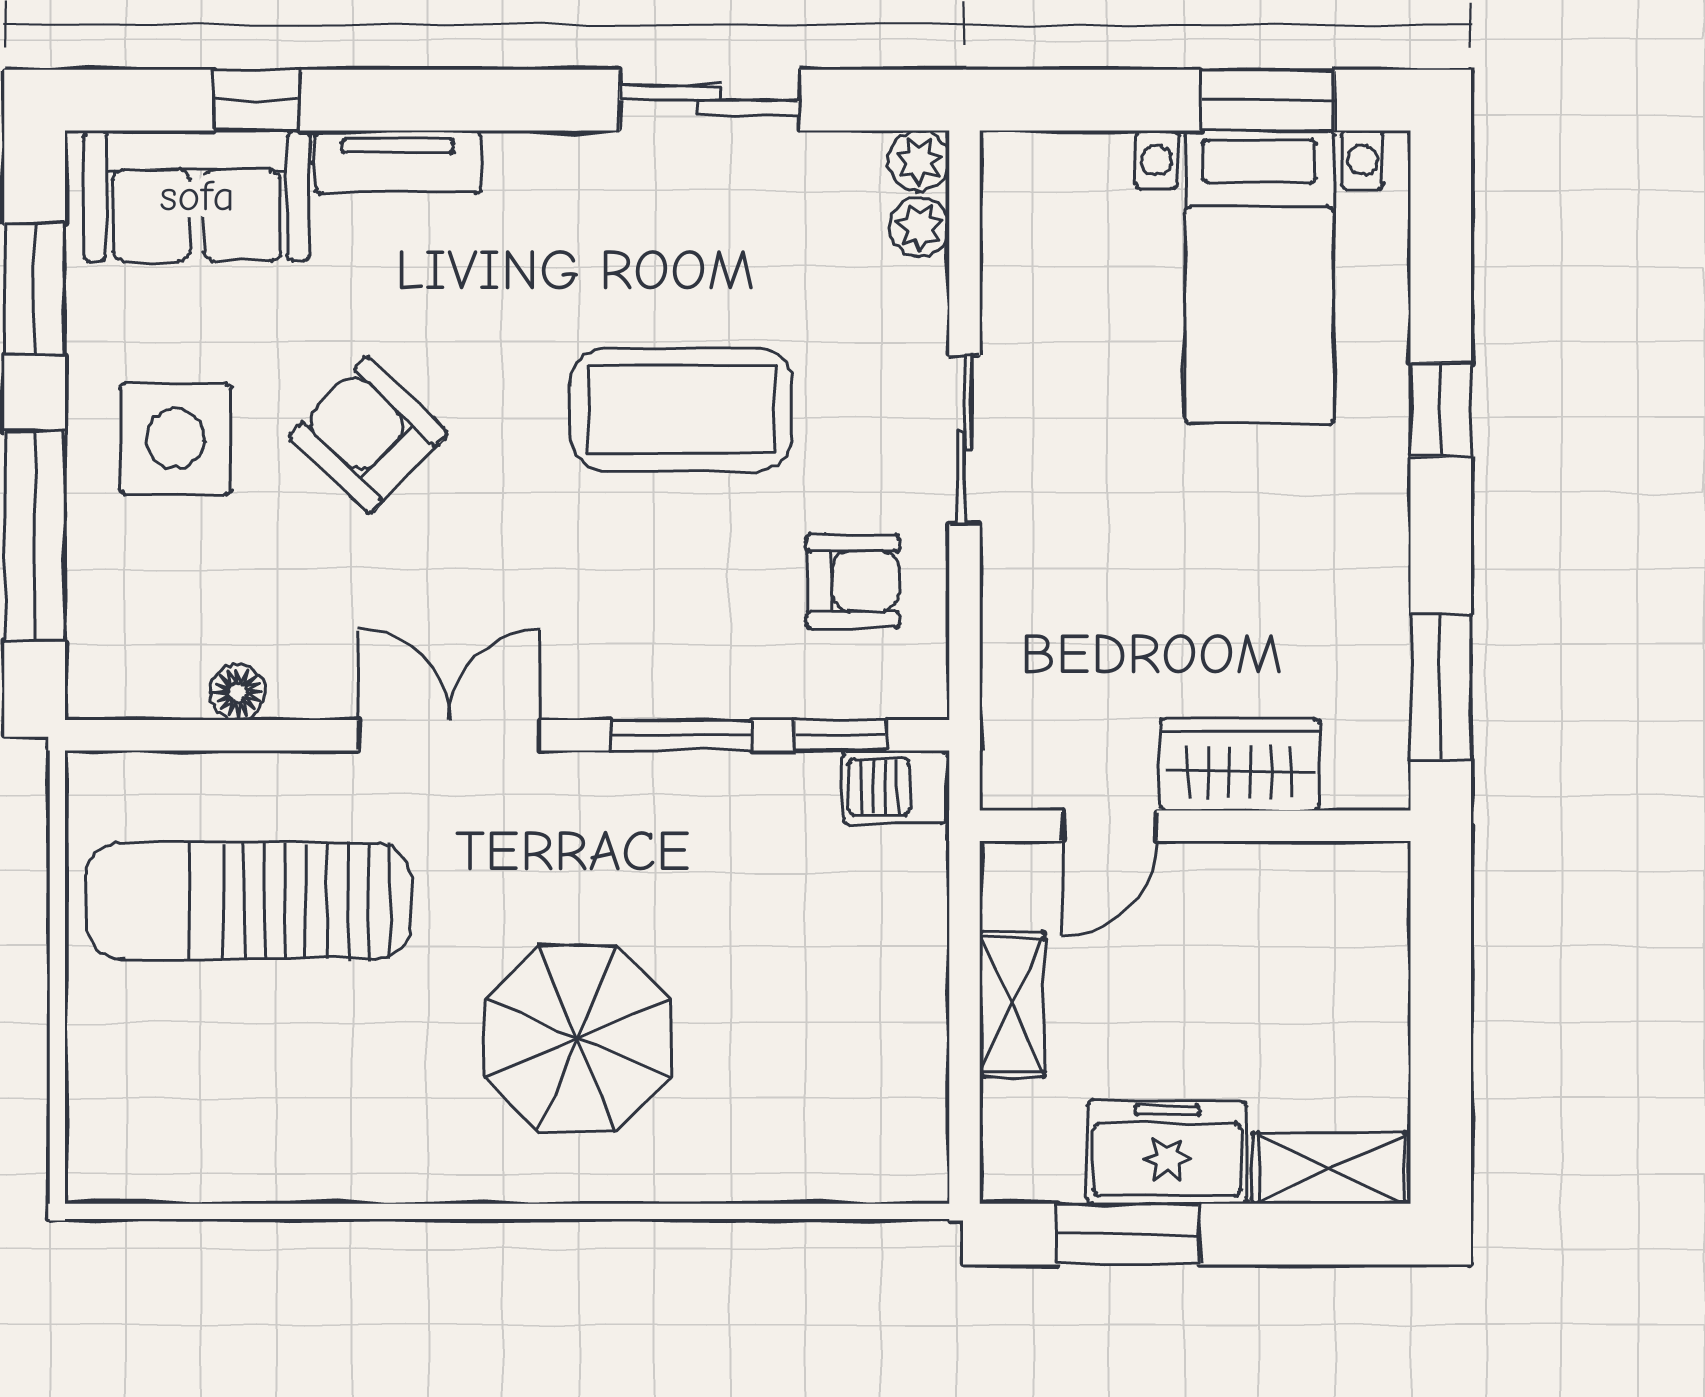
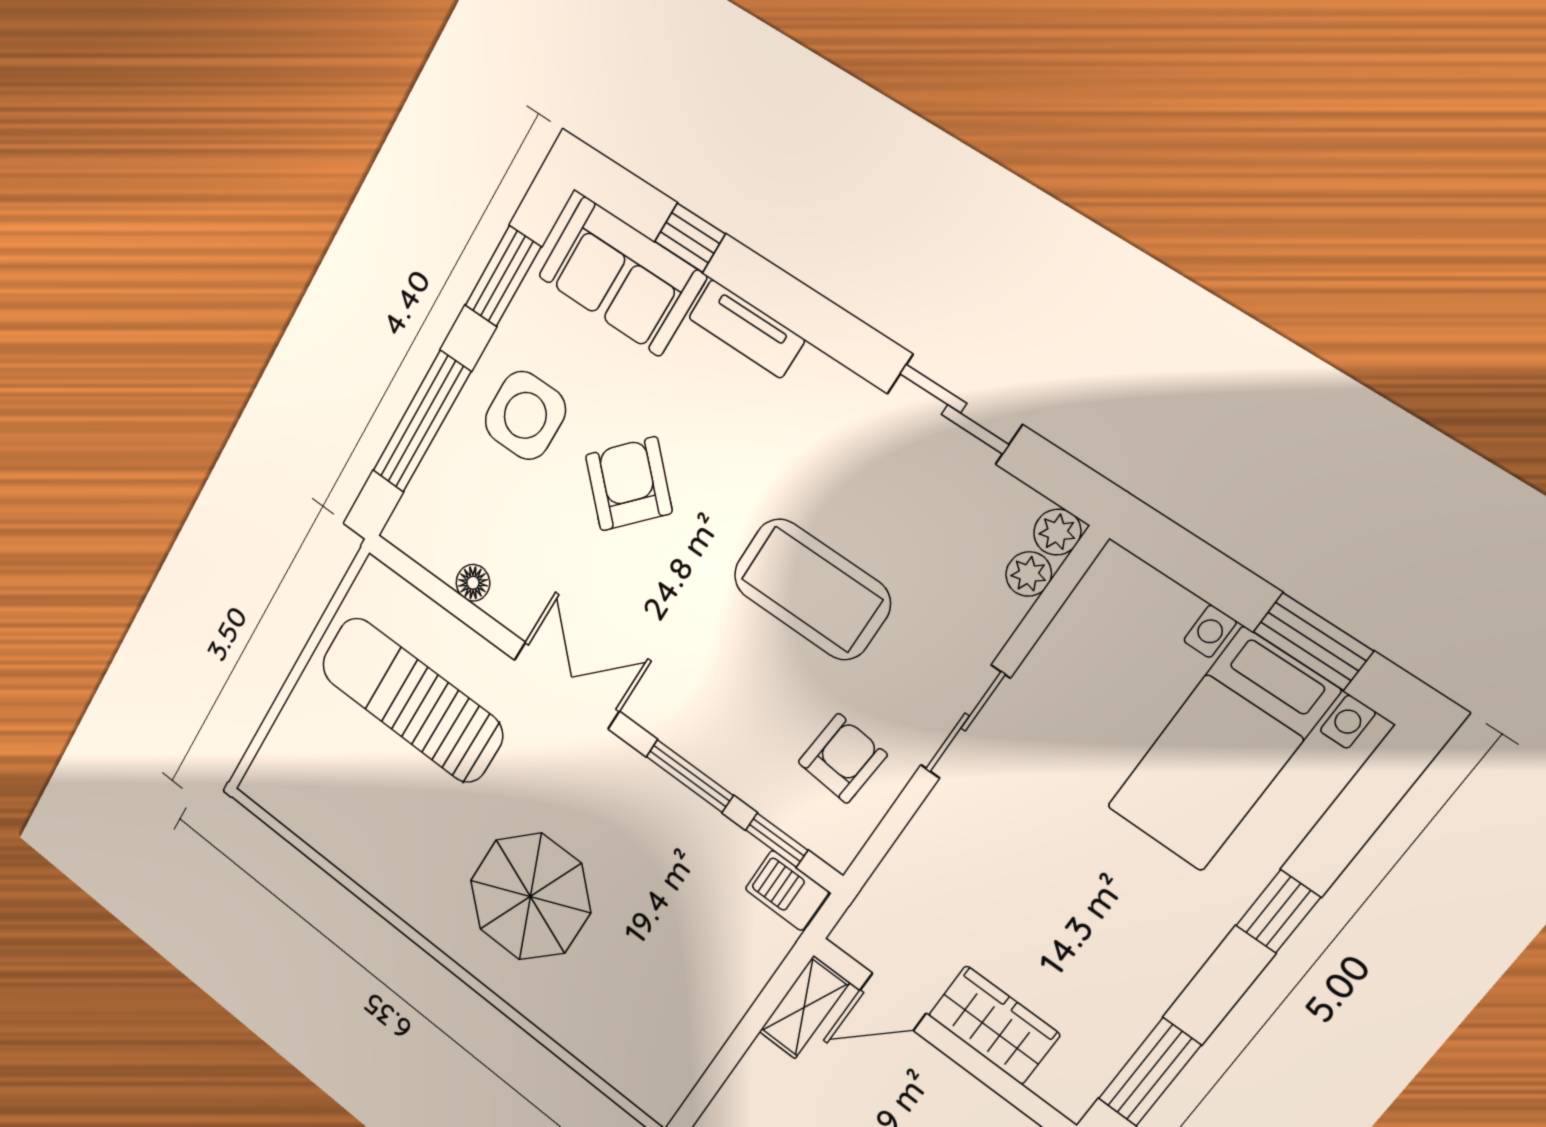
armchair: (853, 581) -> (843, 758), turned -85
shelving: (1012, 1005) -> (804, 1007), moved

